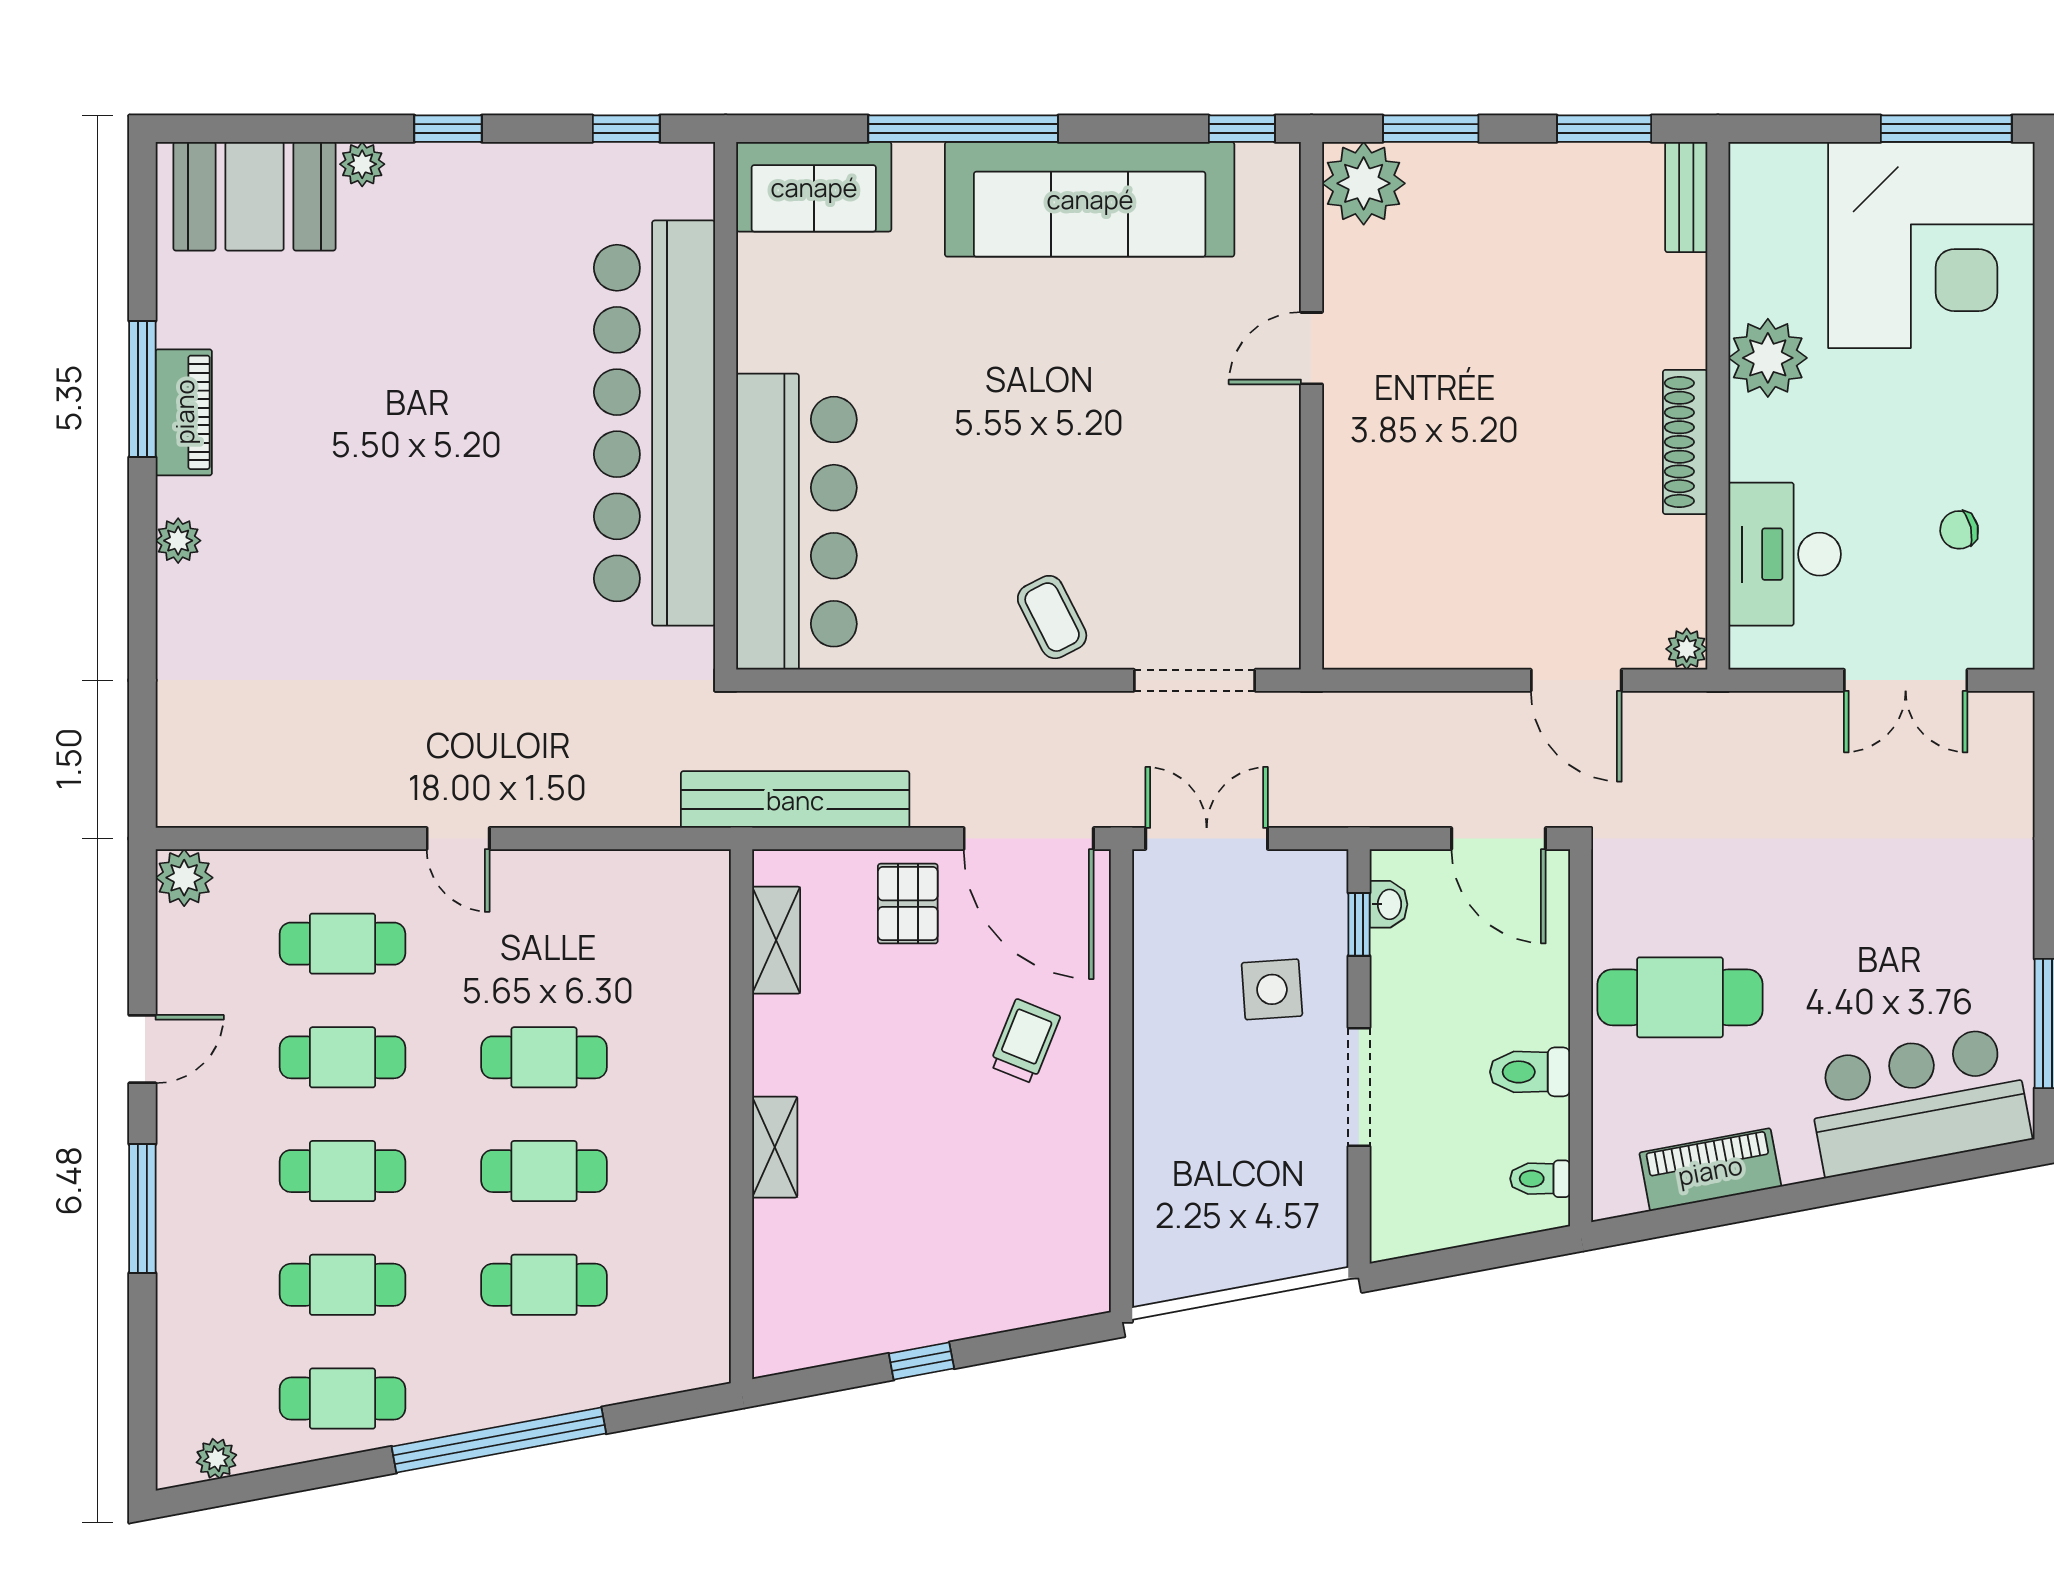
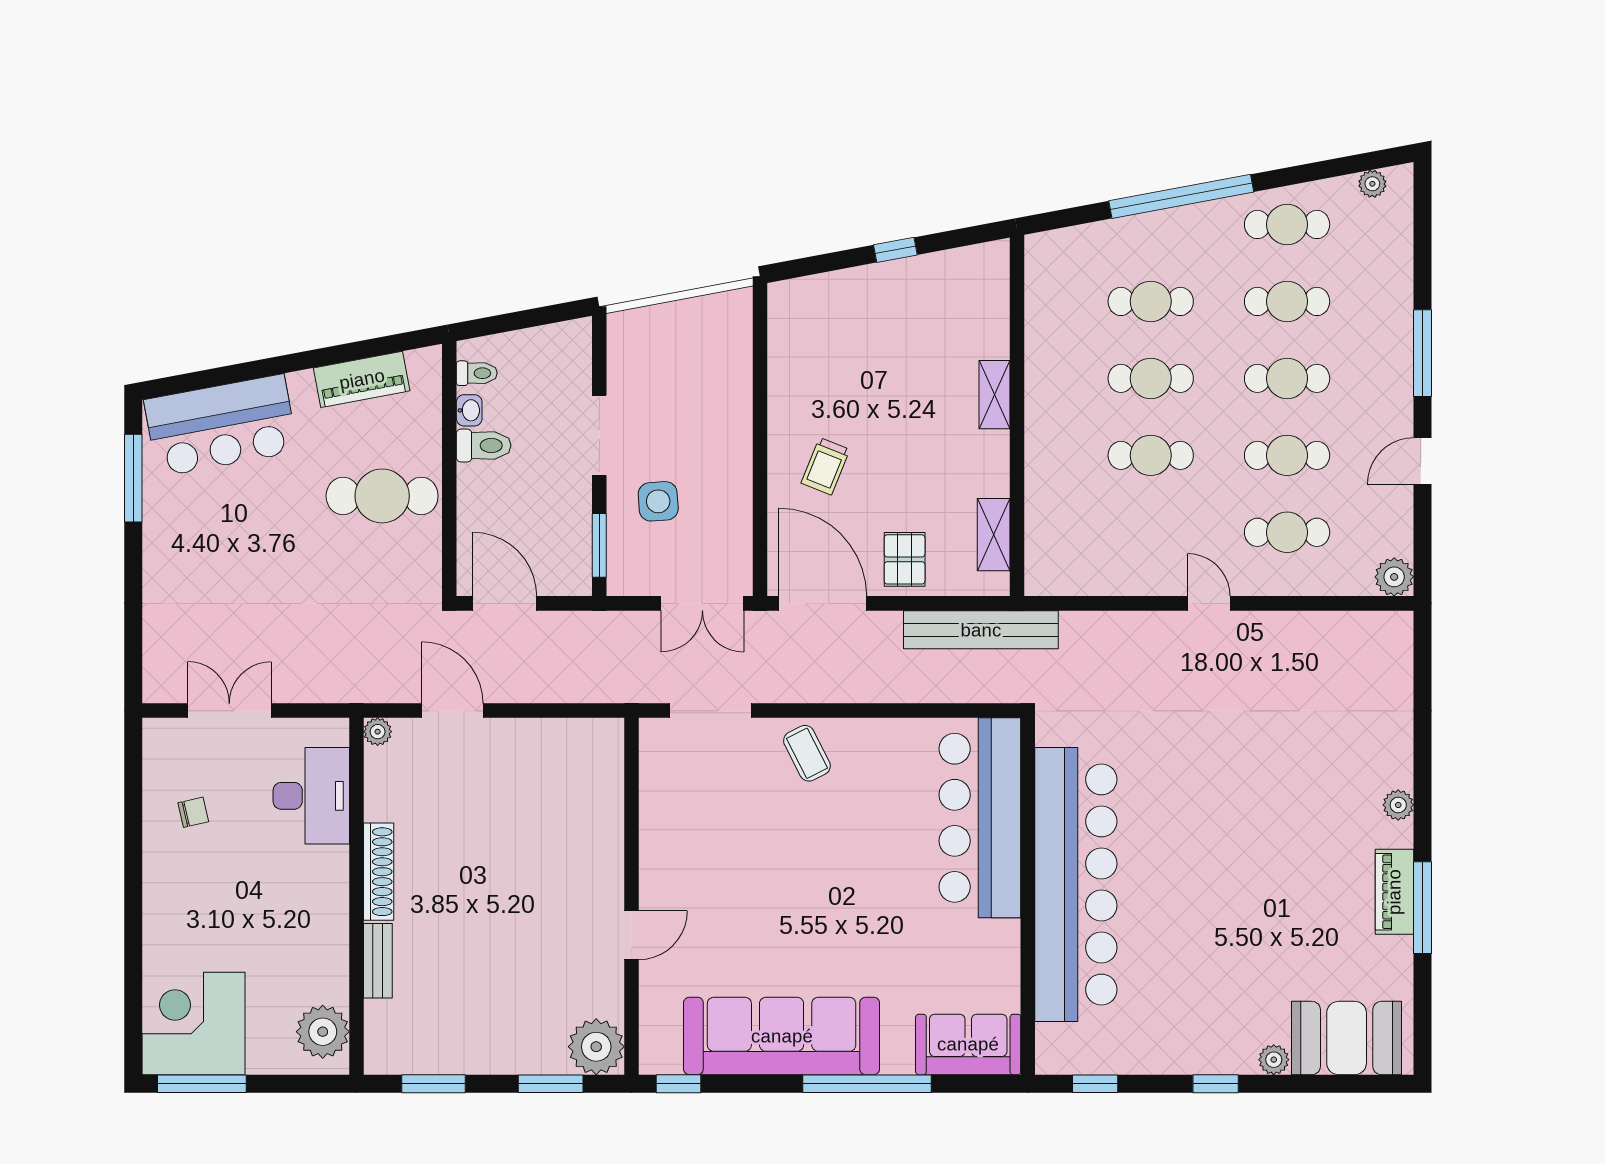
bench: (1686, 197) -> (378, 961), moved
corner desk: (1931, 245) -> (193, 1023), width x0.74, depth x0.74
plant: (1768, 358) -> (323, 1032), moved
washbasin: (1388, 904) -> (469, 410), moved, turned 180
window: (1359, 924) -> (599, 545), width x1.50

